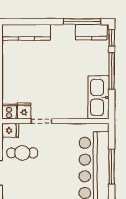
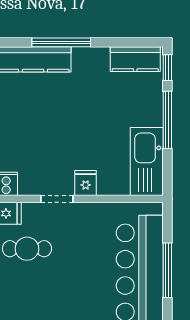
window: (82, 22) -> (61, 42), moved
fridge: (24, 111) -> (86, 183), moved

